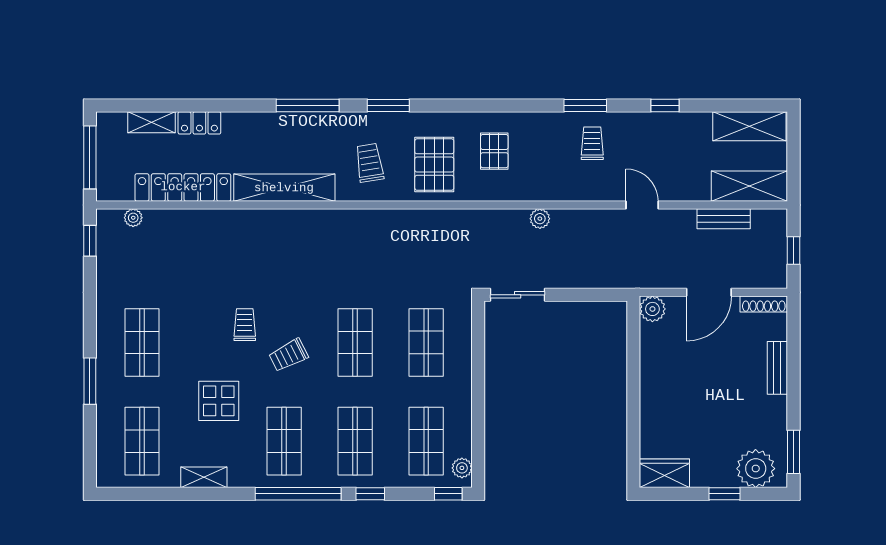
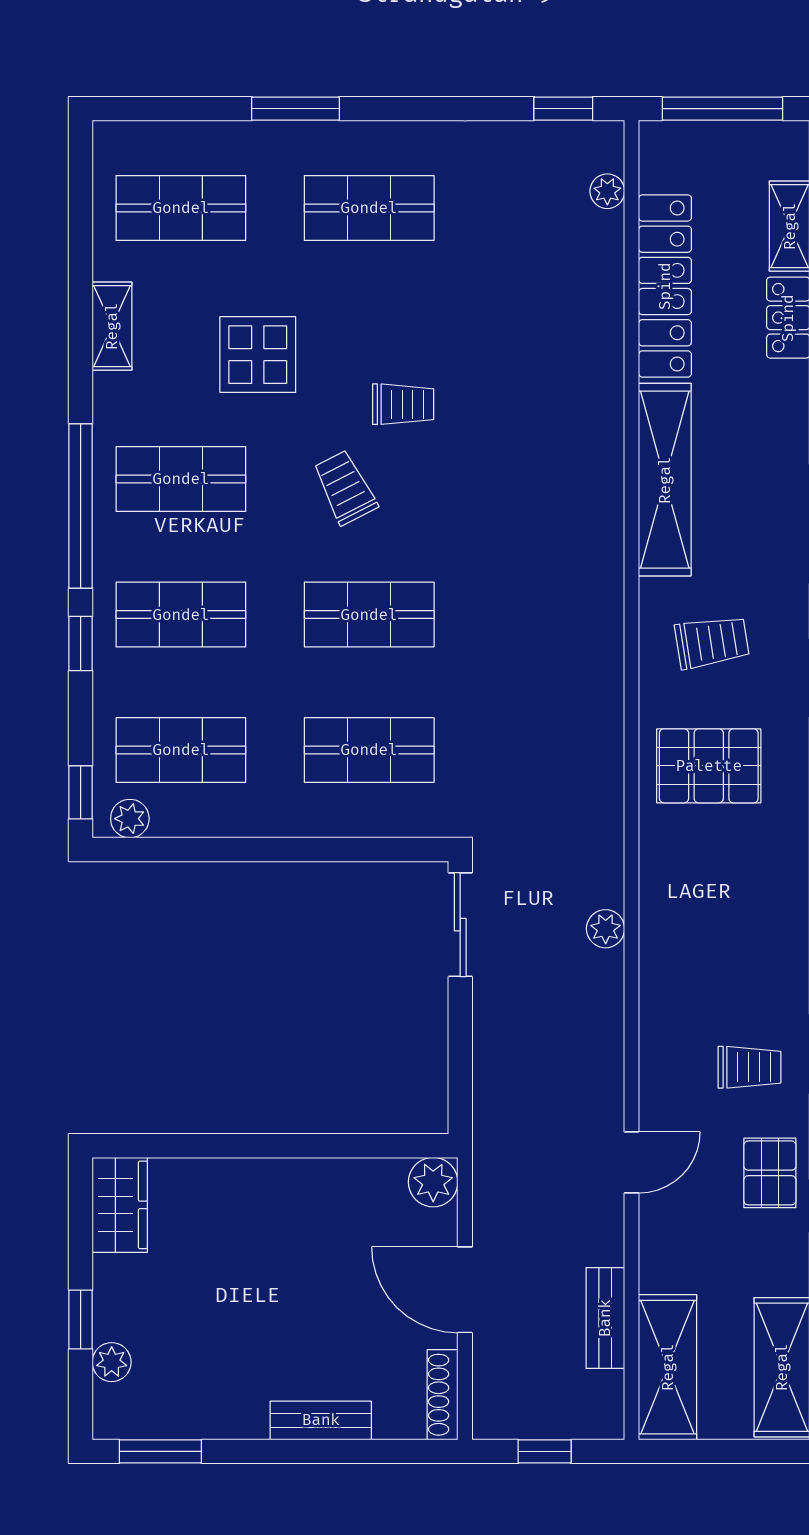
pallet: (494, 151) -> (770, 1173), moved, turned 90
plant: (540, 219) -> (606, 929), moved
plant: (756, 469) -> (112, 1362), width x0.53, depth x0.53

